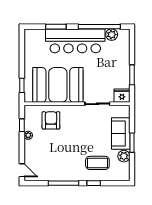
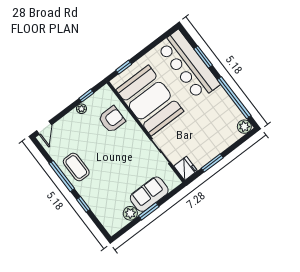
plant: (112, 35) -> (244, 127), moved
bar counter: (75, 41) -> (188, 65), moved
coffee table: (97, 163) -> (76, 167), moved

